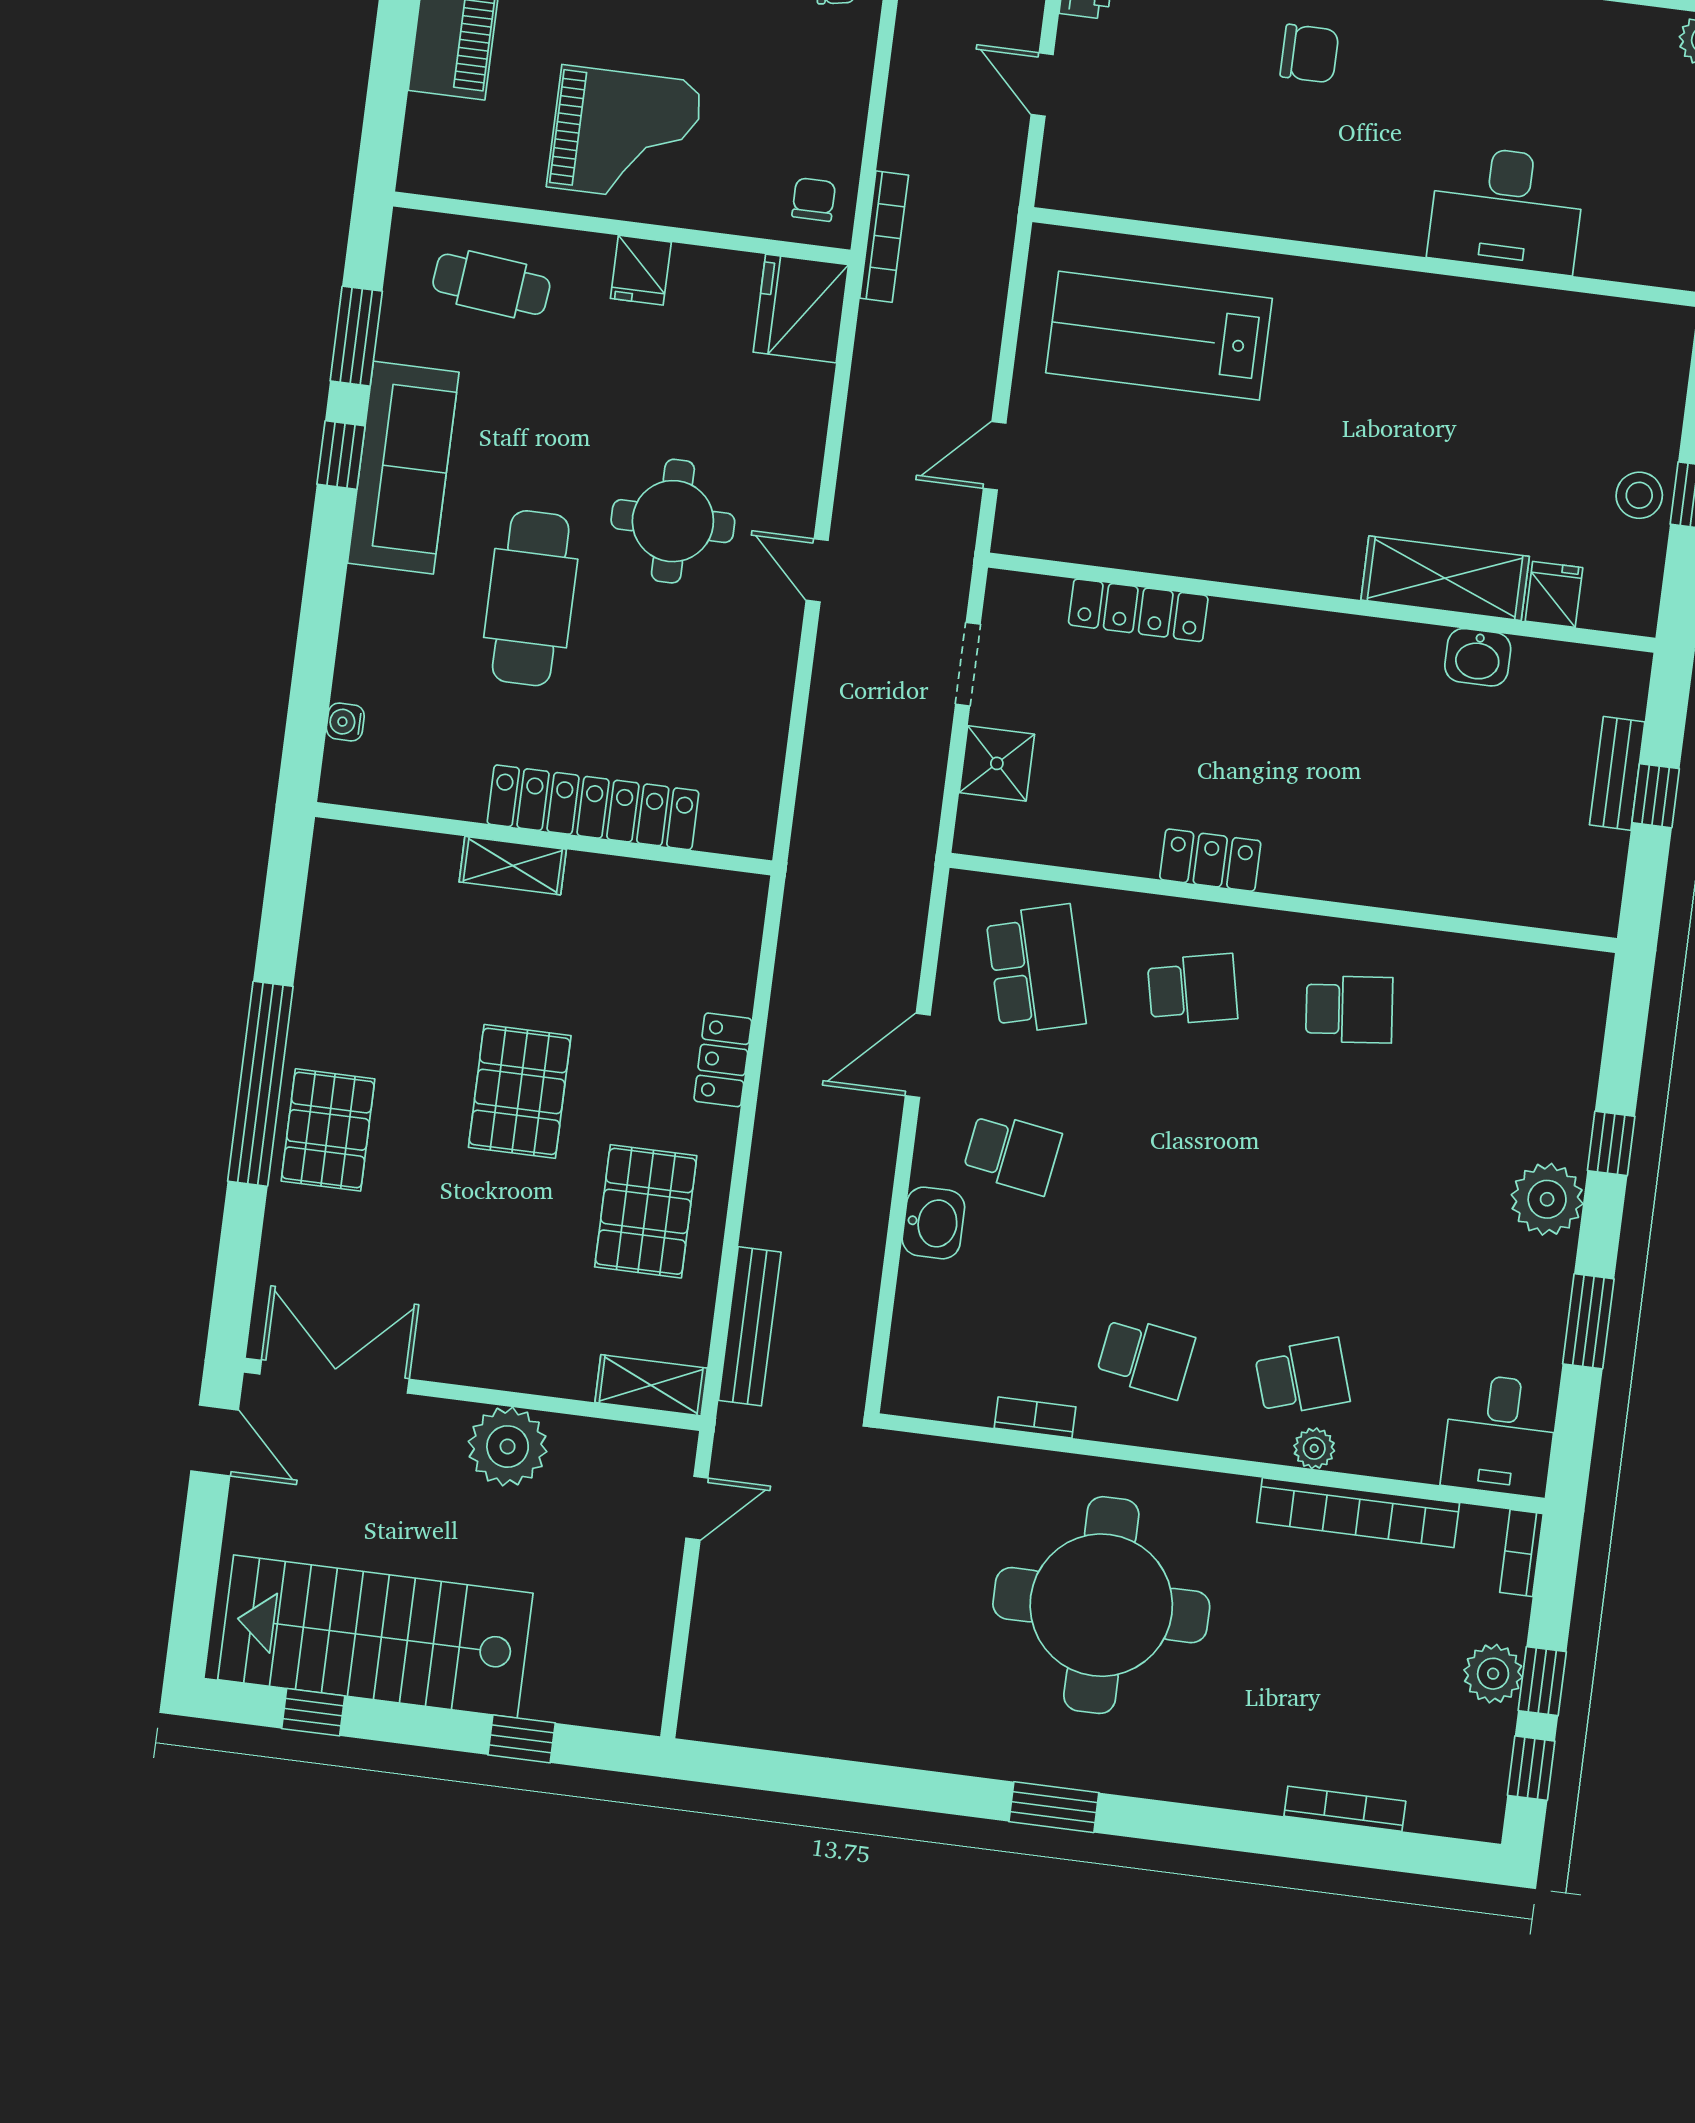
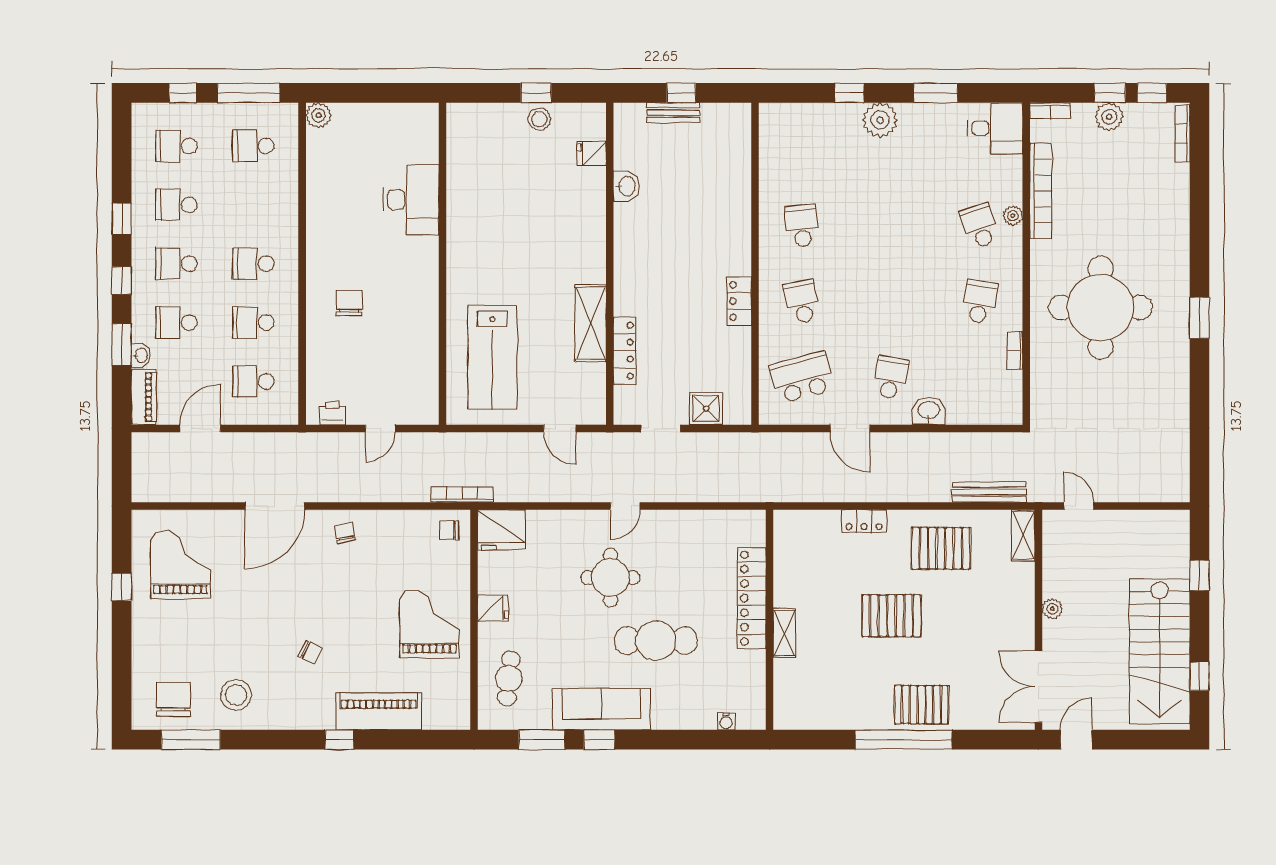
shelving: (1445, 578) -> (591, 323), moved
plant: (508, 1447) -> (1052, 609), width x0.53, depth x0.53
bookcase: (1345, 1809) -> (1183, 134), moved

